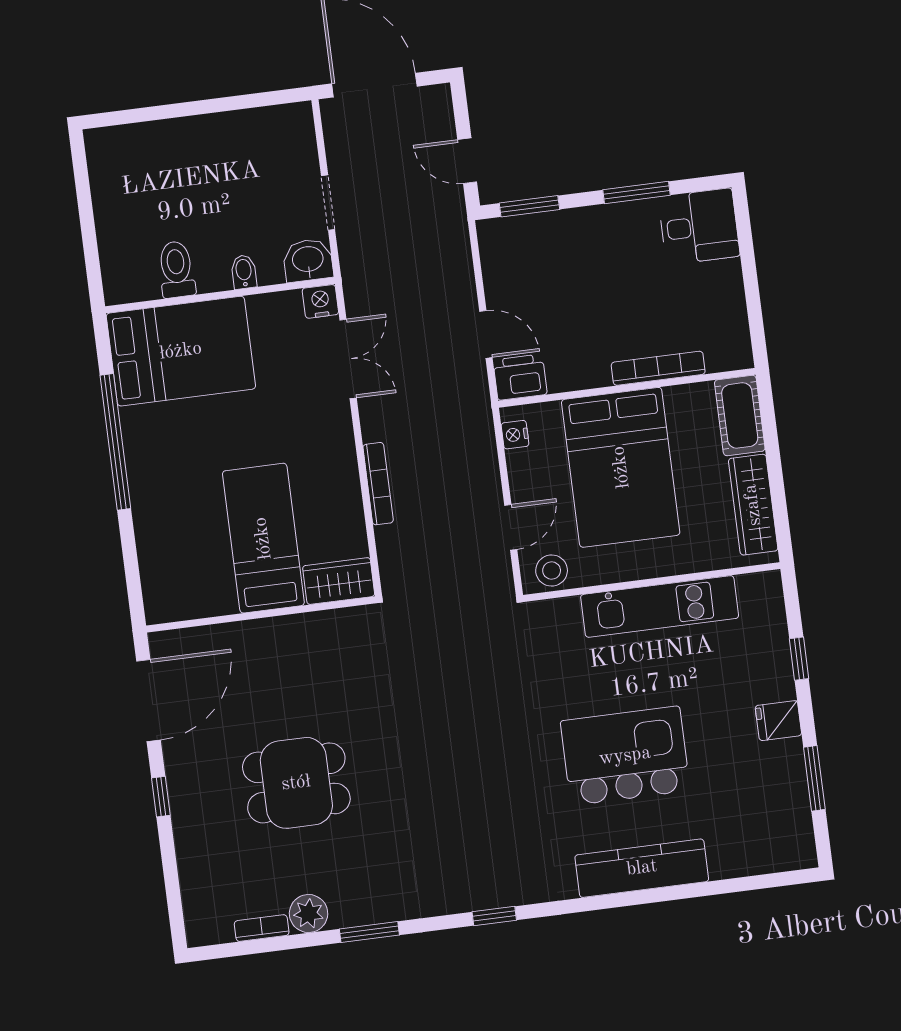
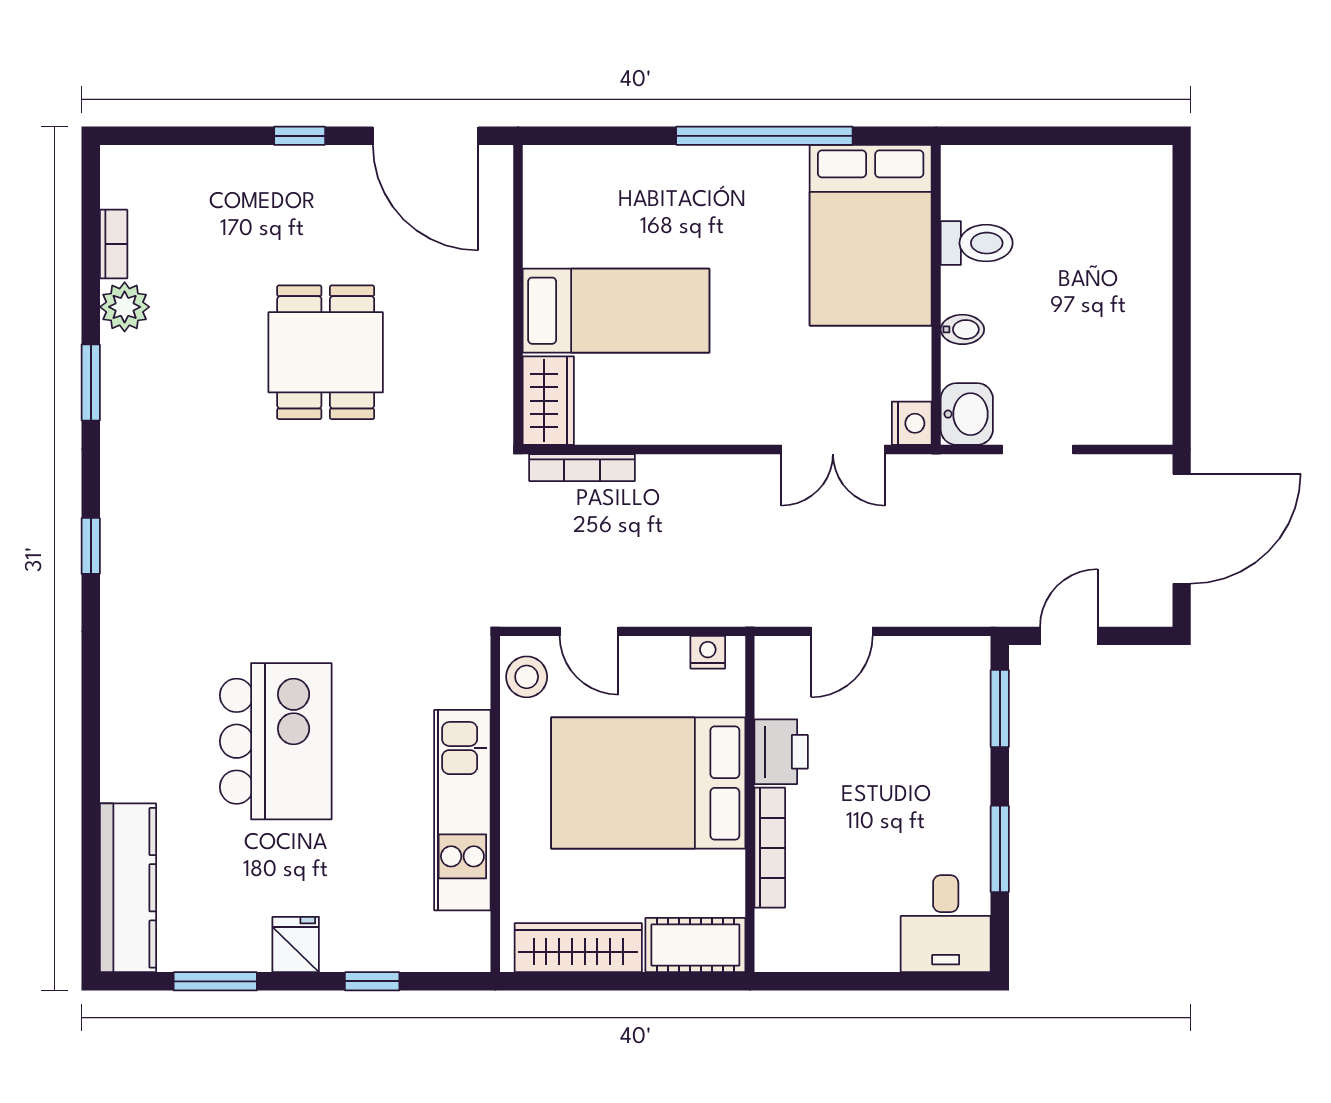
printer: (520, 377) -> (781, 752), moved
bookcase: (378, 484) -> (582, 468), moved
dining table: (296, 783) -> (326, 352), moved
kitchen counter: (642, 868) -> (128, 888), moved

